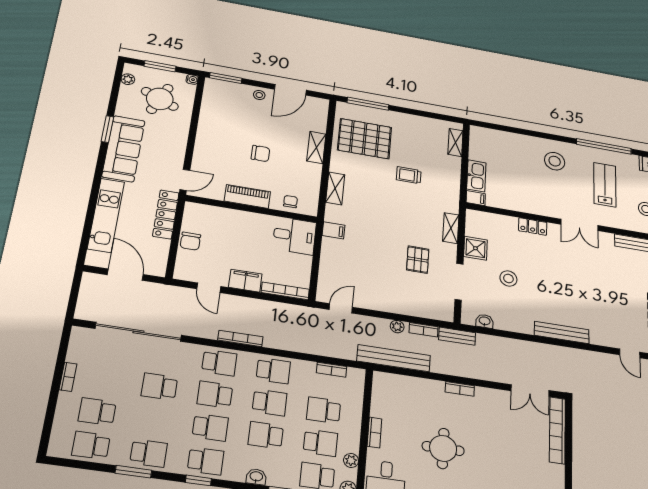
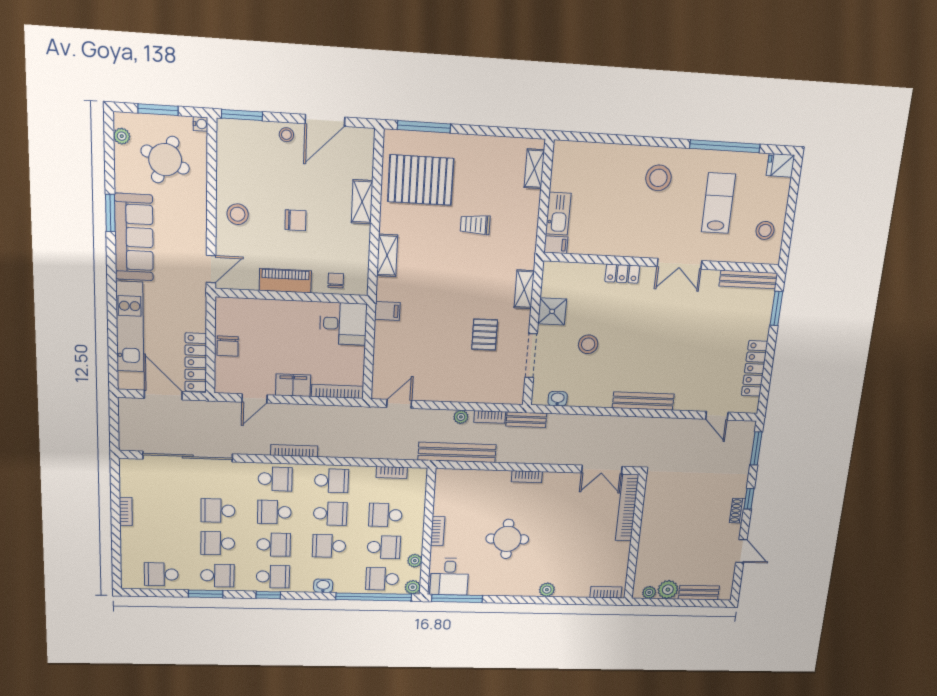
stool: (213, 143) -> (238, 214), added
locker: (166, 214) -> (196, 362), moved
door: (209, 288) -> (255, 398), hinge flipped
school desk: (97, 412) -> (218, 543), moved

